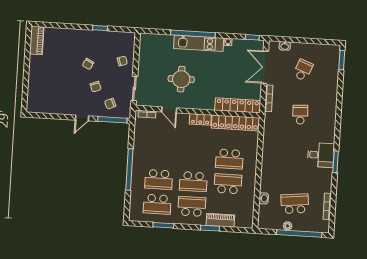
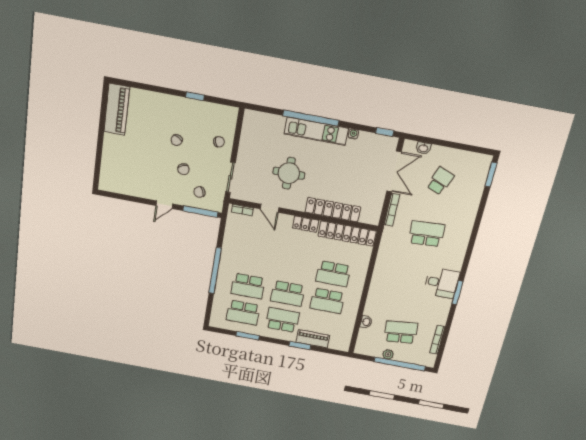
piano: (37, 40) -> (117, 109), width x1.37, depth x1.33
double door: (265, 67) -> (394, 171), swing flipped
locker: (238, 105) -> (333, 210), moved
school desk: (300, 115) -> (426, 234), width x1.85
school desk: (228, 184) -> (327, 301), turned 180

